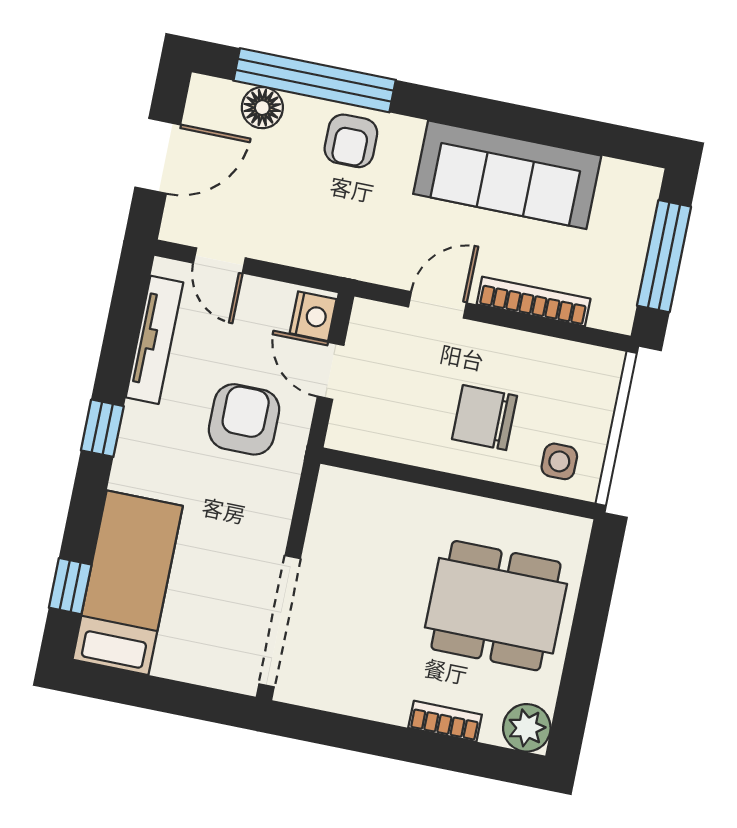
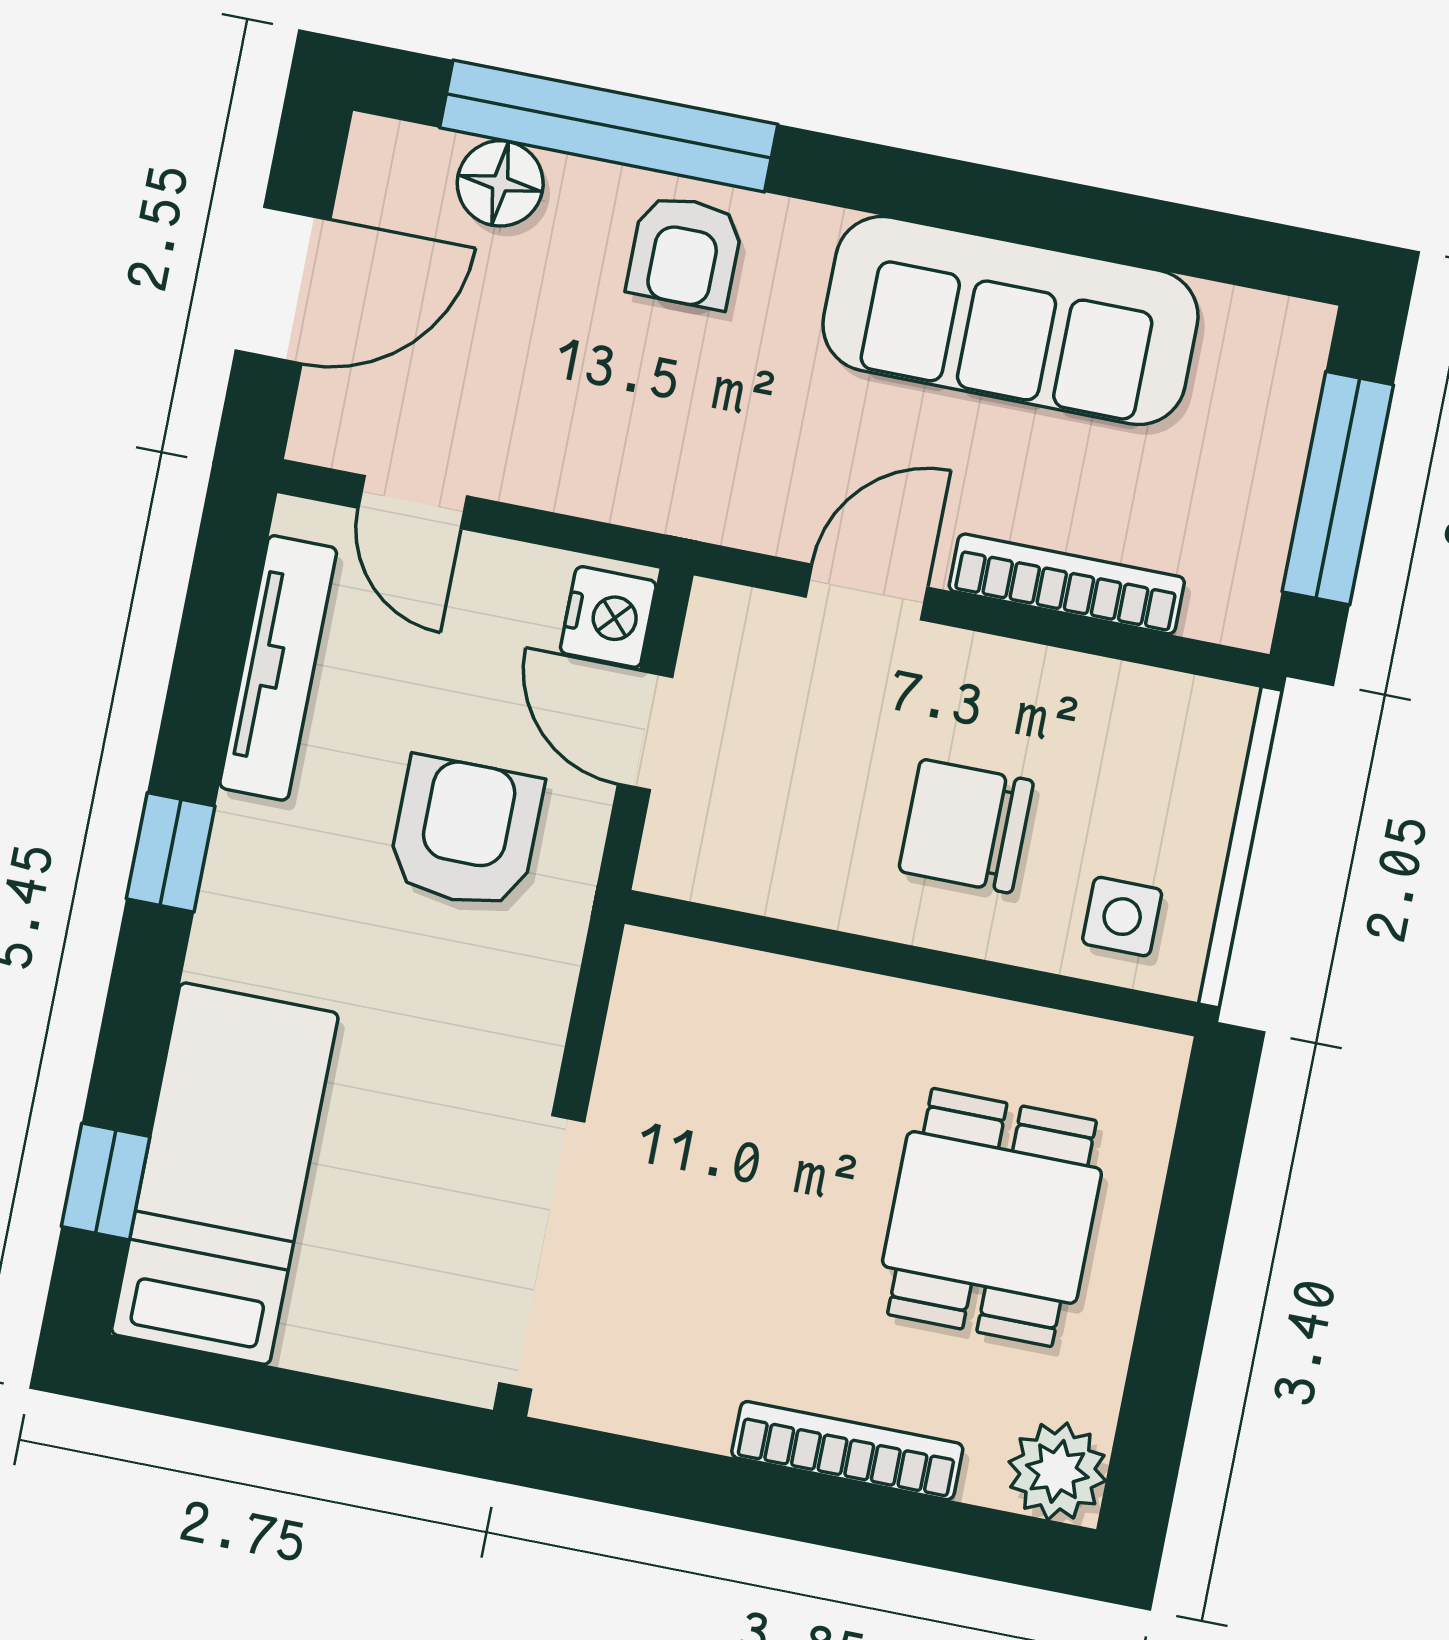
dining table: (496, 606) -> (992, 1217), width x0.73
bookcase: (445, 721) -> (847, 1451), width x1.56

